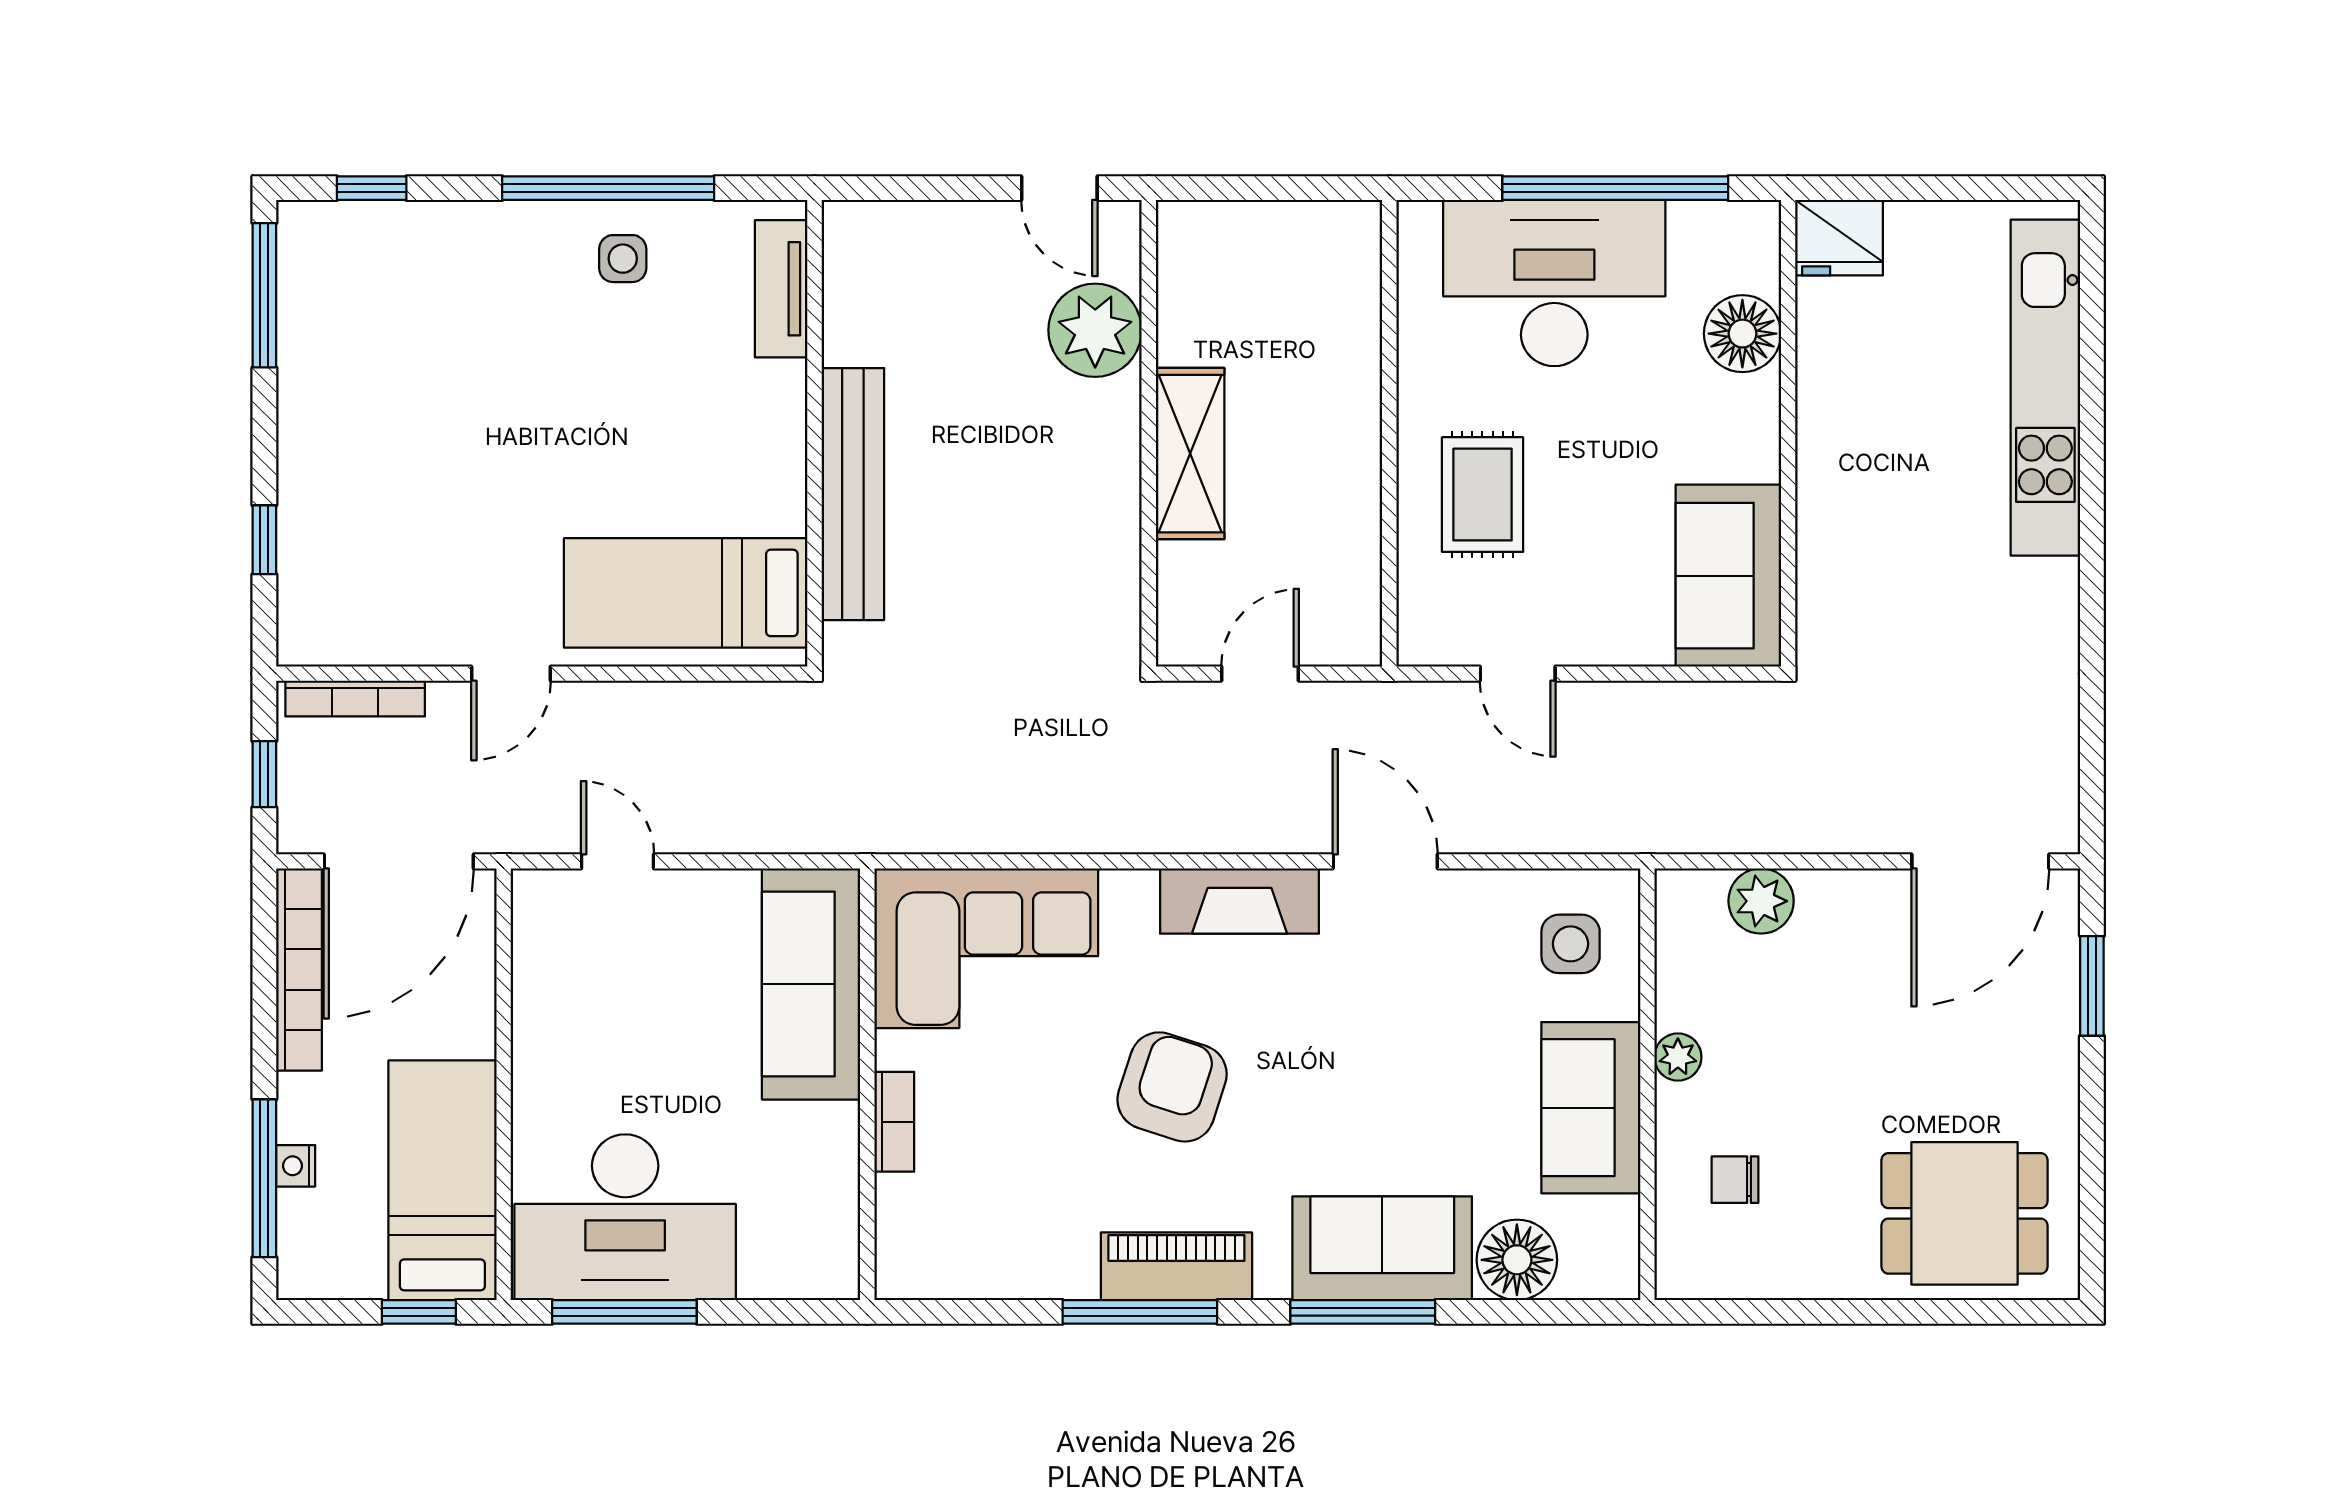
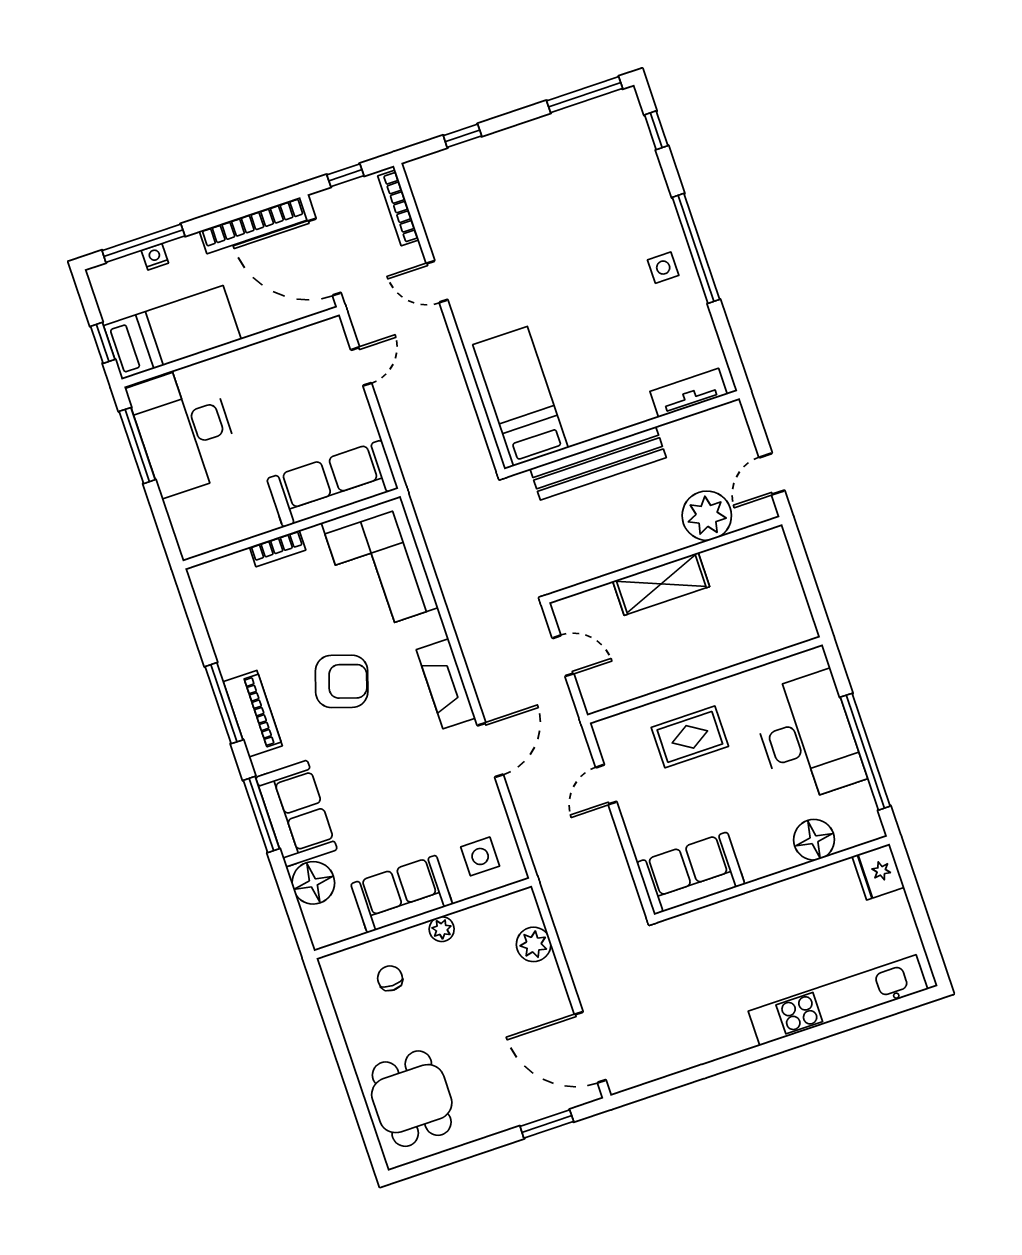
tv unit: (781, 289) -> (689, 393), moved
wall: (814, 433) -> (622, 434), moved
bench: (853, 494) -> (598, 463), moved
bed: (686, 593) -> (521, 396), moved

